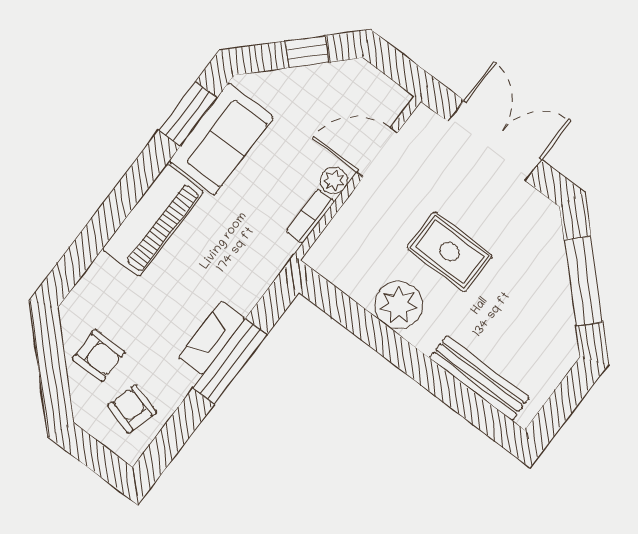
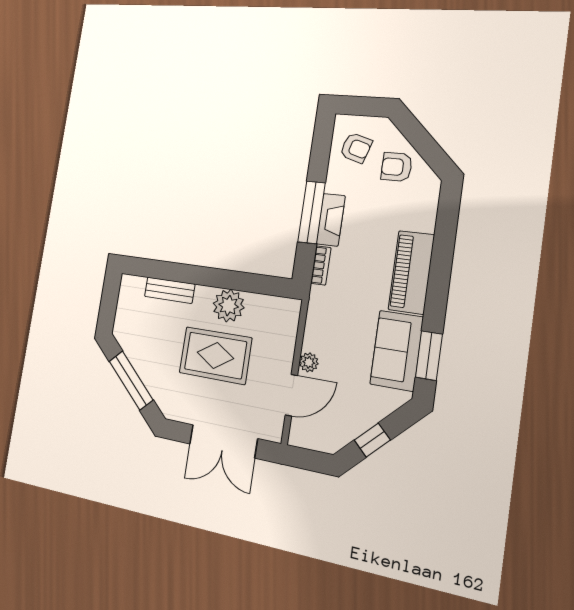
bookcase: (310, 216) -> (321, 265), moved
rug: (449, 252) -> (215, 355), width x1.36, depth x1.43
bench: (479, 378) -> (170, 290), width x0.73

